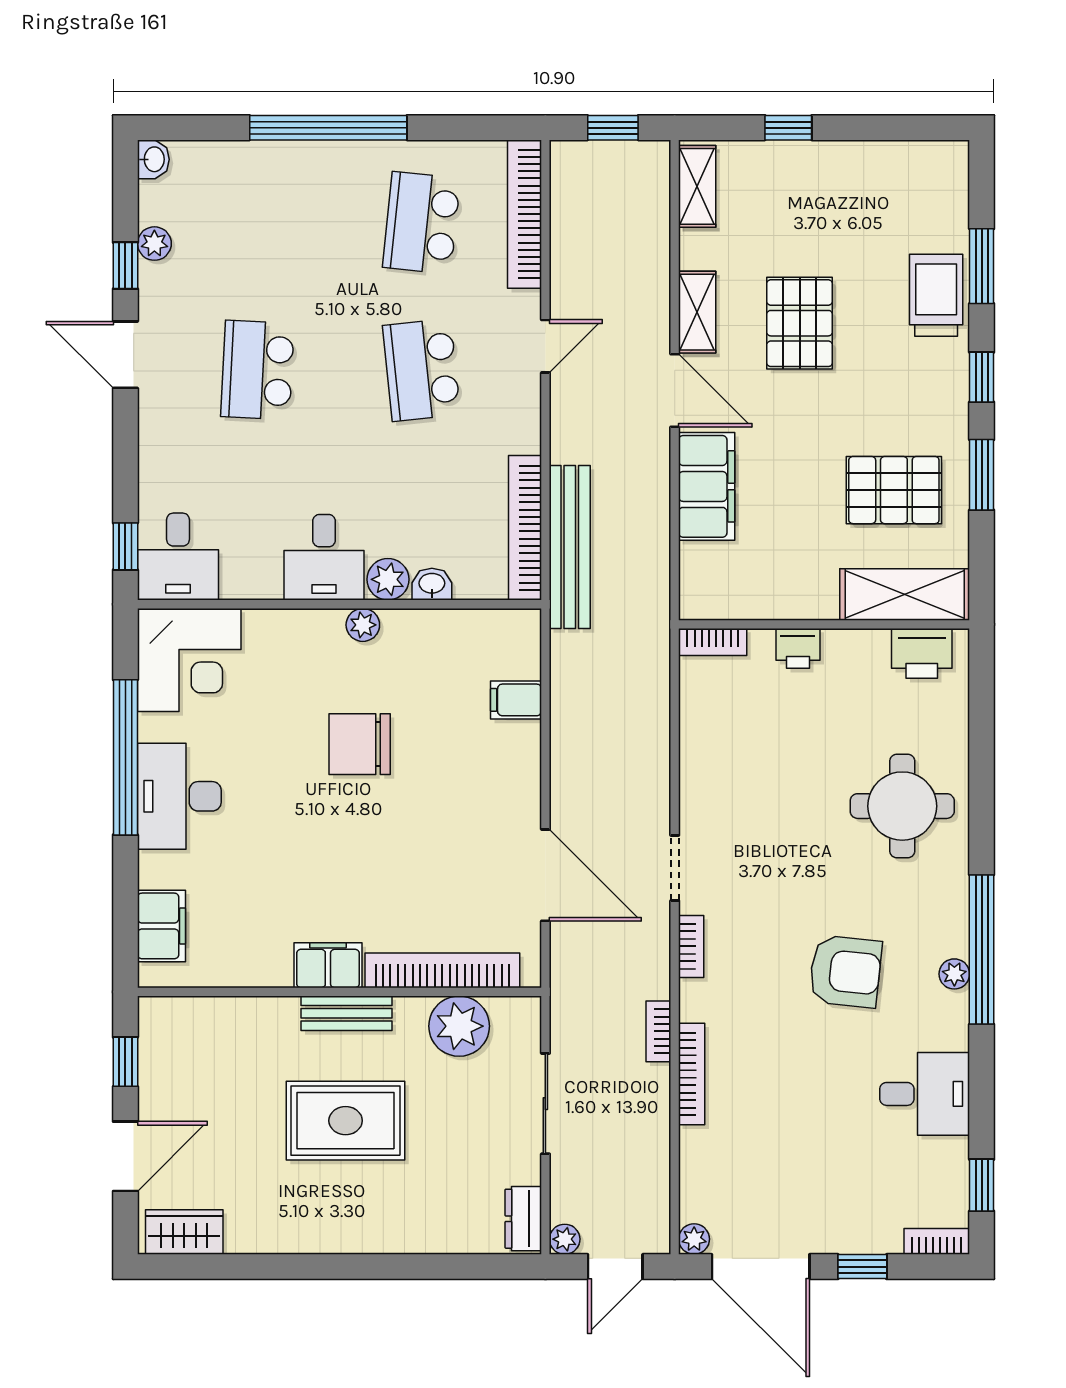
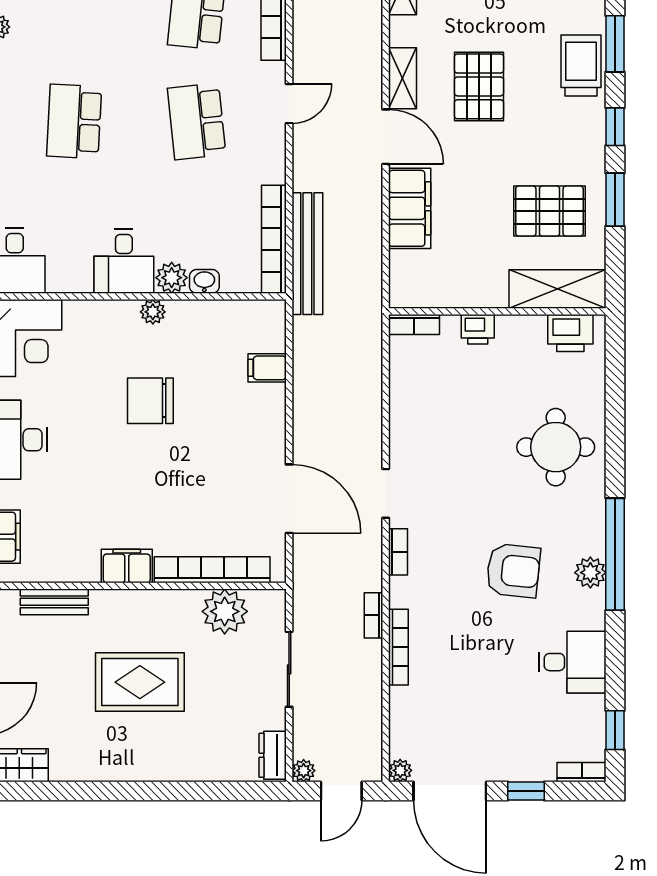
plant: (954, 974) -> (590, 573), width x1.38, depth x1.38
bench: (347, 1013) -> (54, 602), moved

